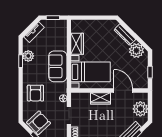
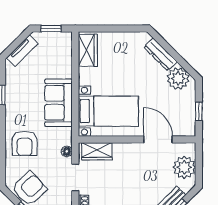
wardrobe: (77, 44) -> (88, 50), moved
plant: (28, 56) -> (14, 87), removed
wardrobe: (101, 98) -> (97, 151), moved

